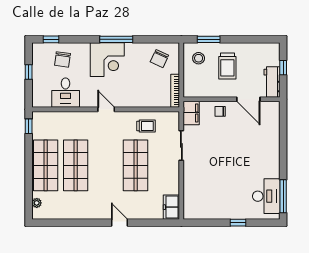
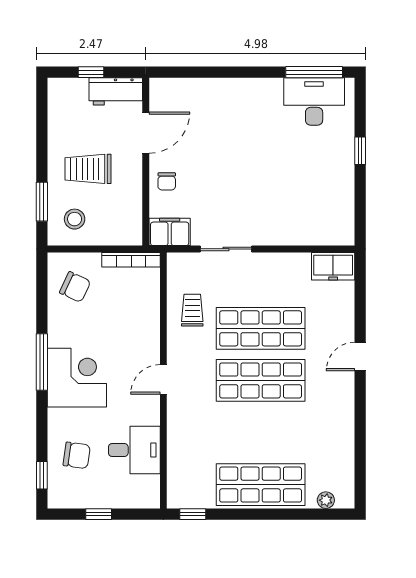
trolley: (227, 66) -> (88, 169), turned 180
shop shelf: (76, 165) -> (261, 380), moved

